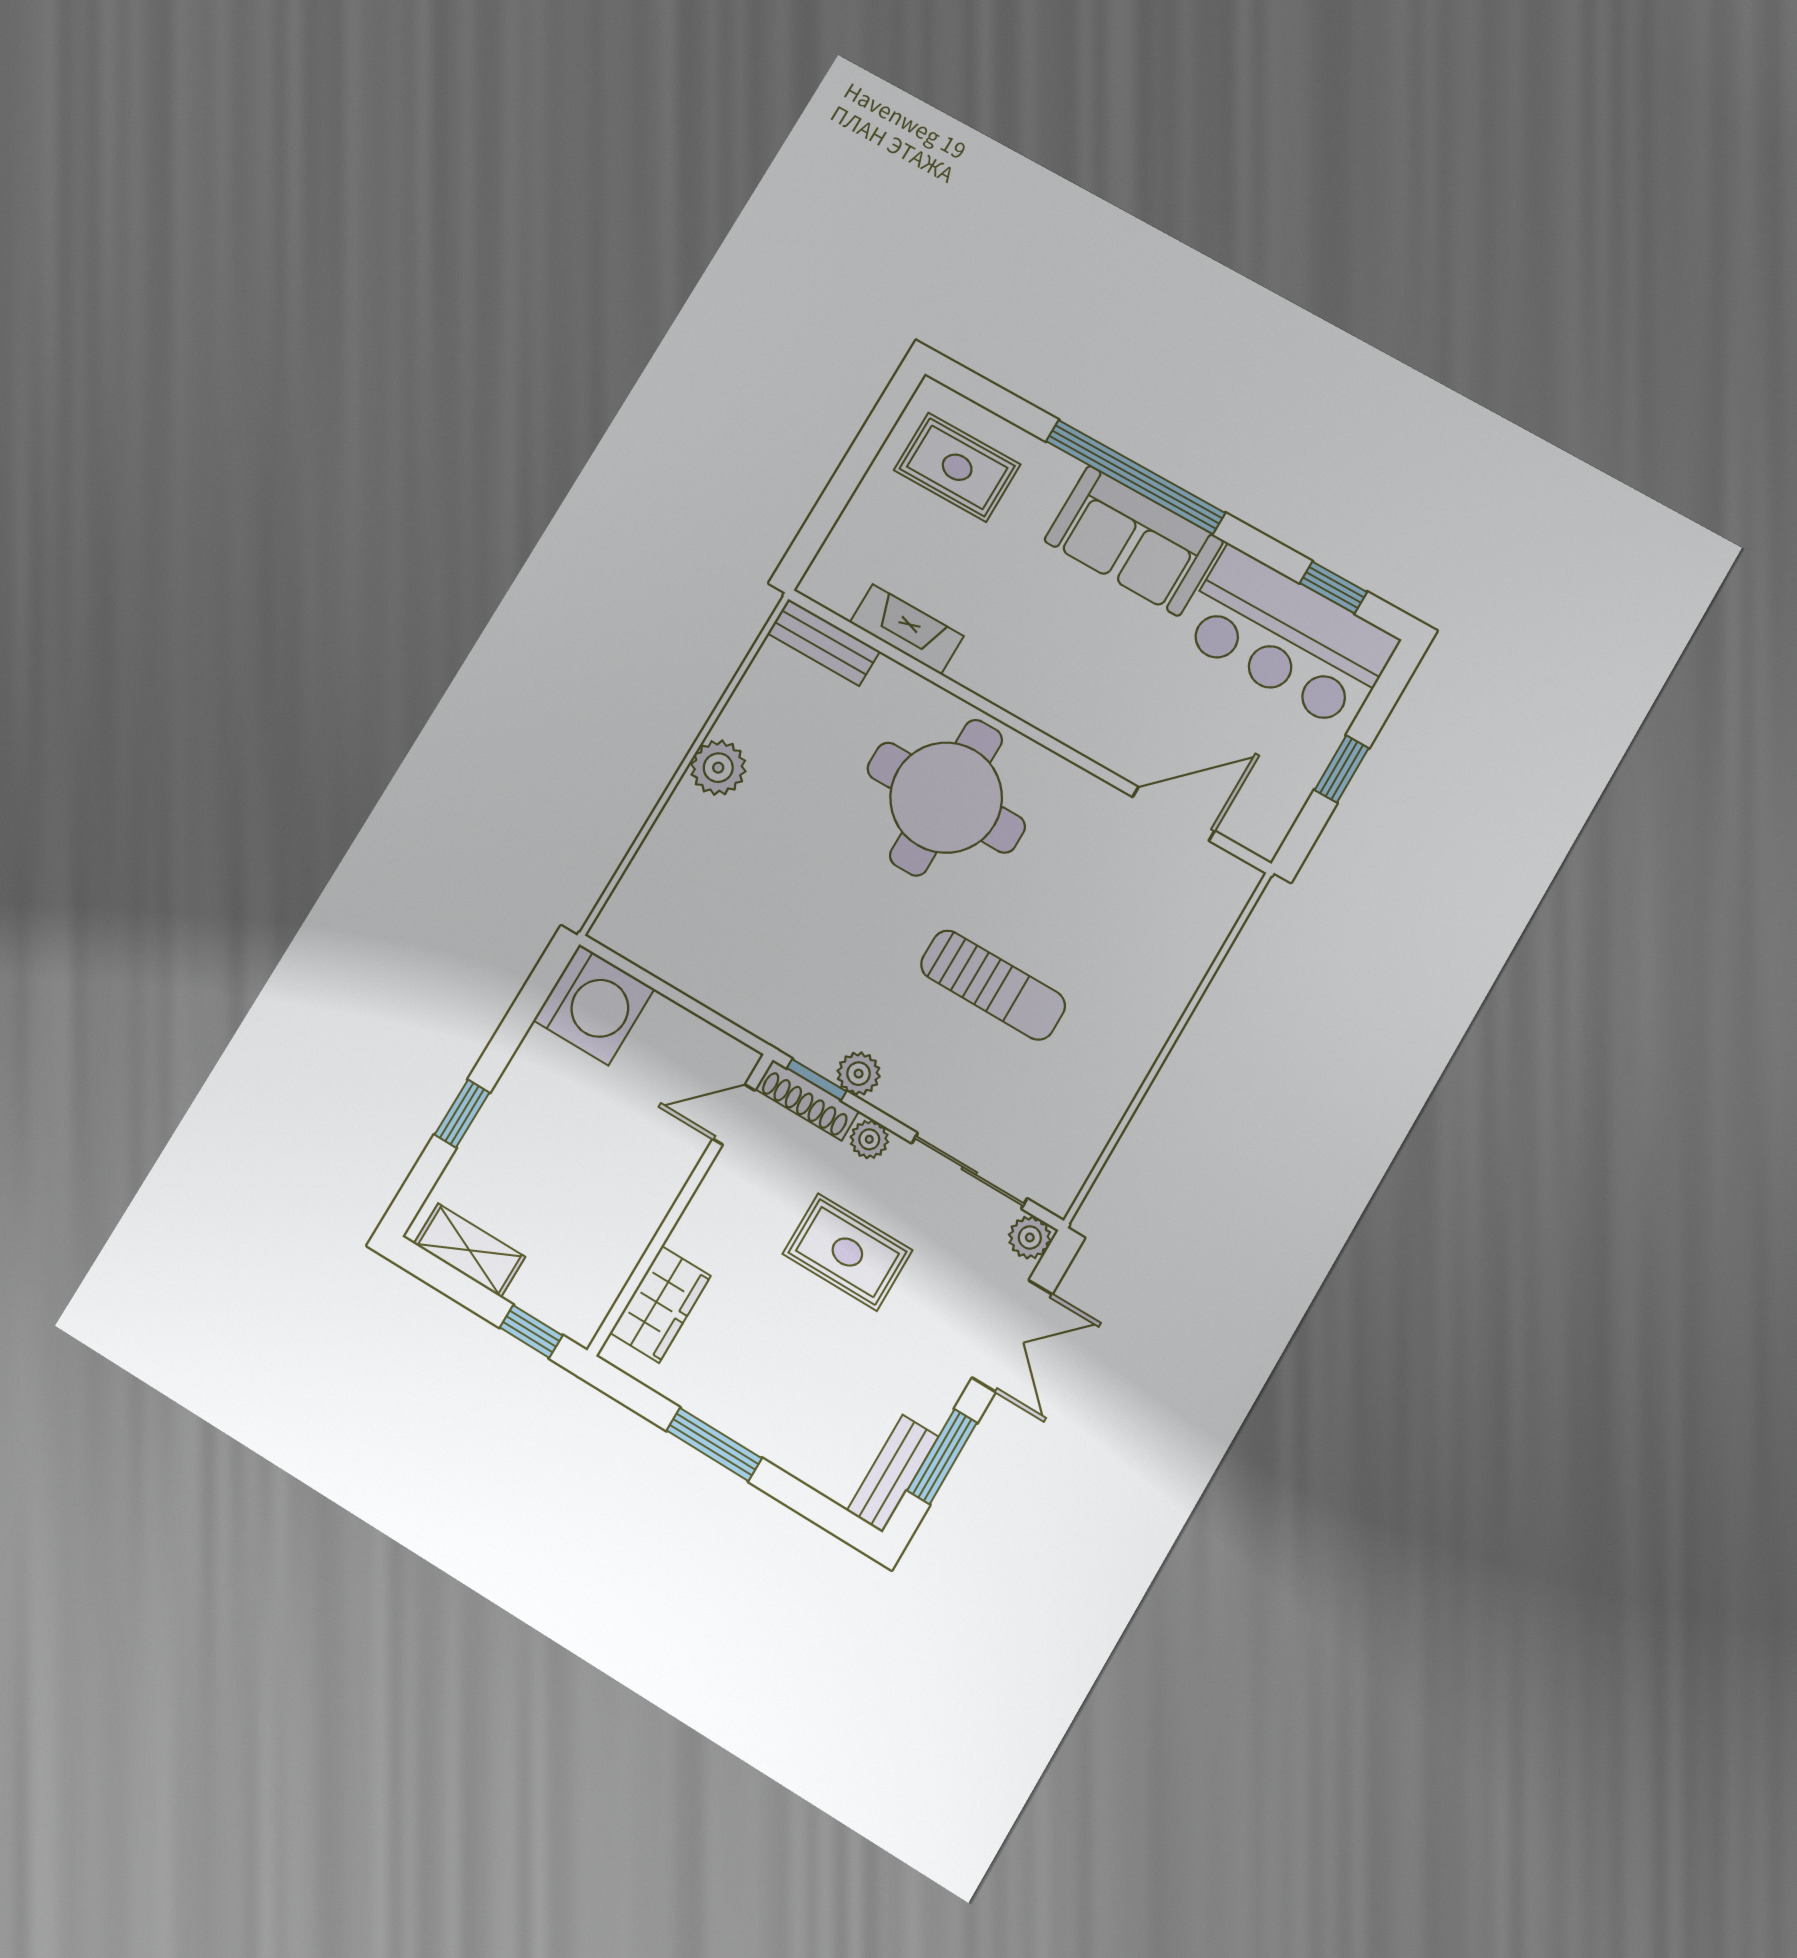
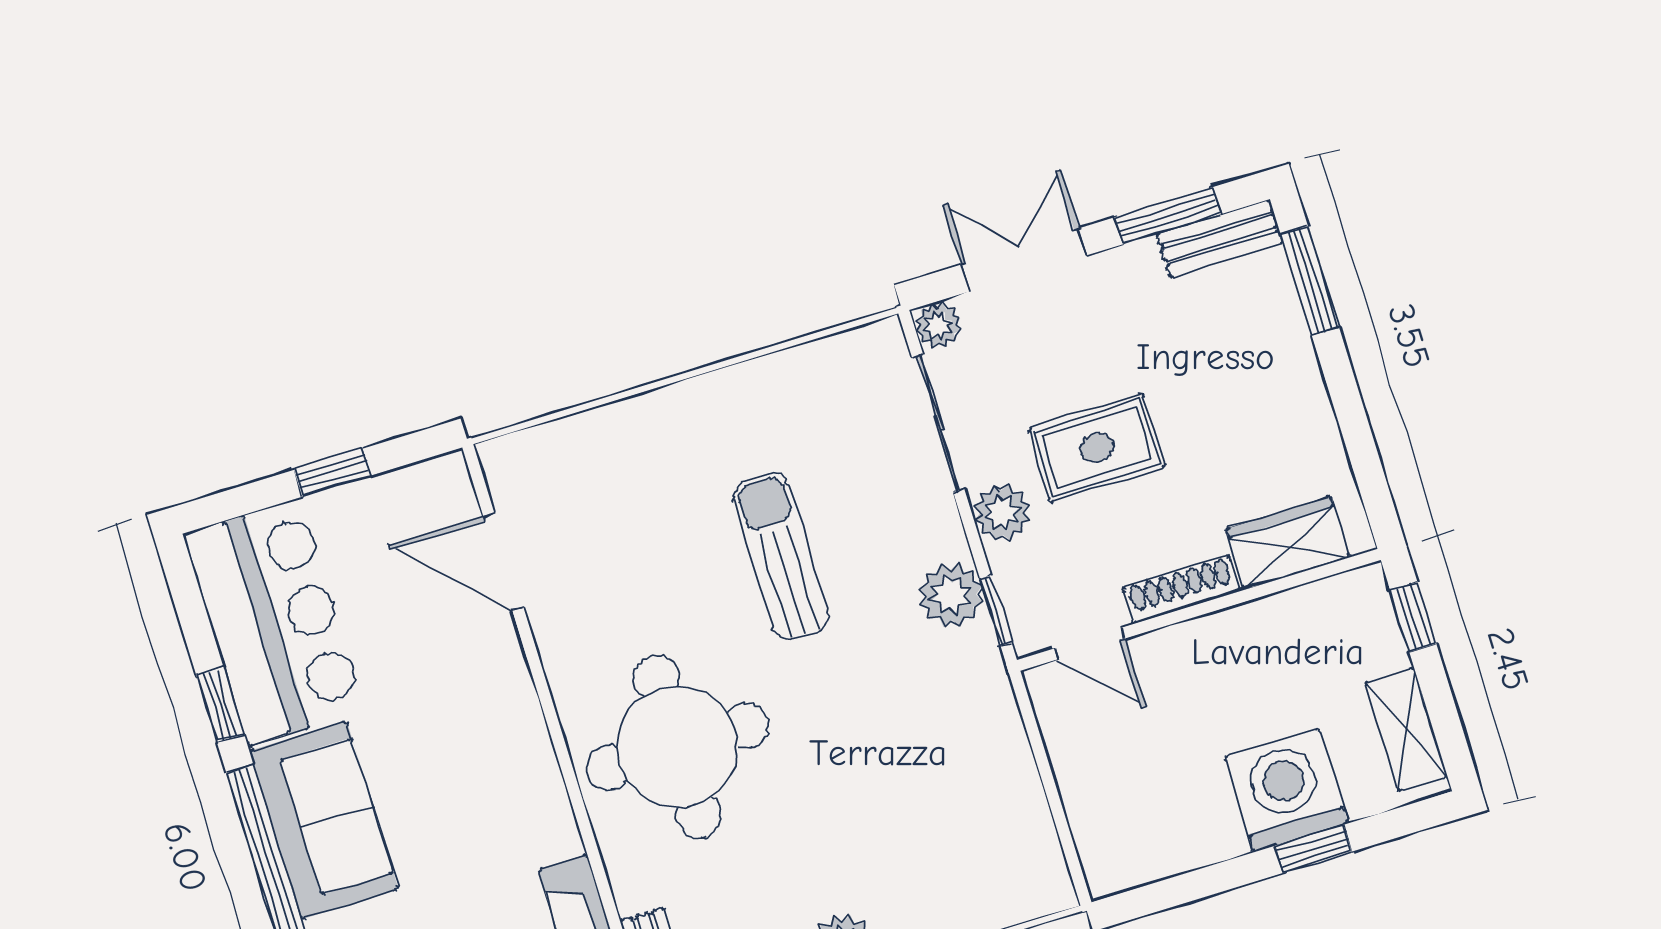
window: (1333, 587) -> (220, 704), moved
washing machine: (594, 1005) -> (1286, 790), moved
plant: (859, 1074) -> (951, 595), width x1.38, depth x1.38
shoe rack: (807, 1100) -> (1181, 589), moved, turned -90
plant: (869, 1139) -> (1002, 513), width x1.38, depth x1.38
rug: (847, 1252) -> (1097, 448), turned 90
window: (714, 1444) -> (1310, 280), moved

